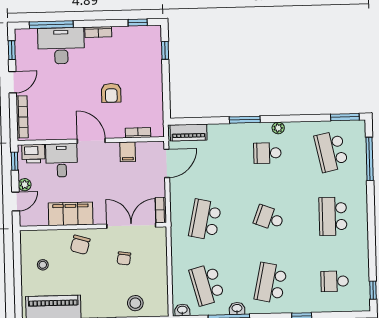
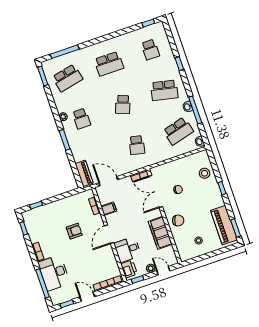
school desk: (205, 220) -> (137, 145), width x0.54

